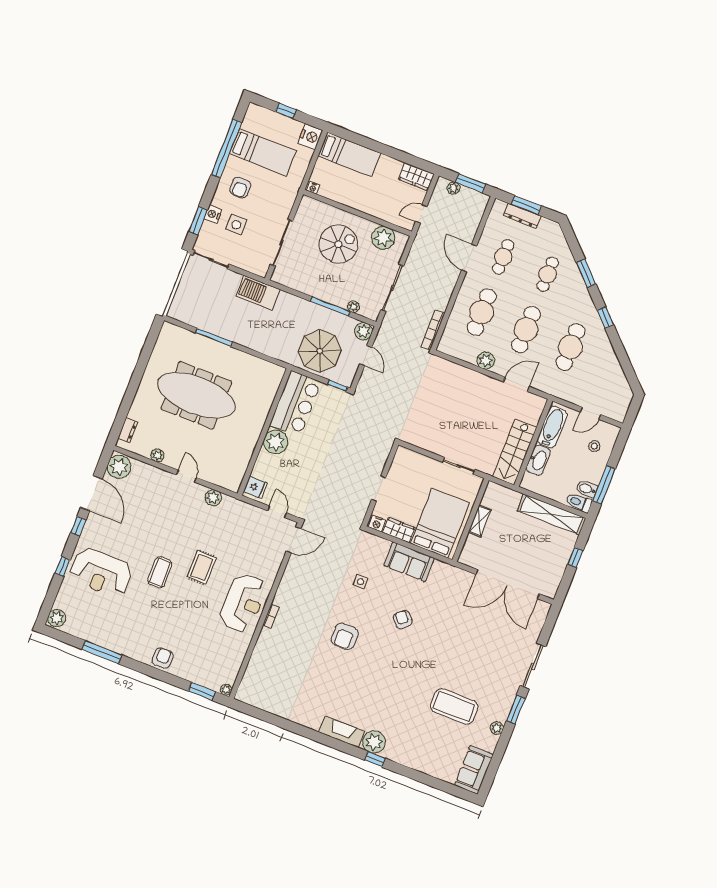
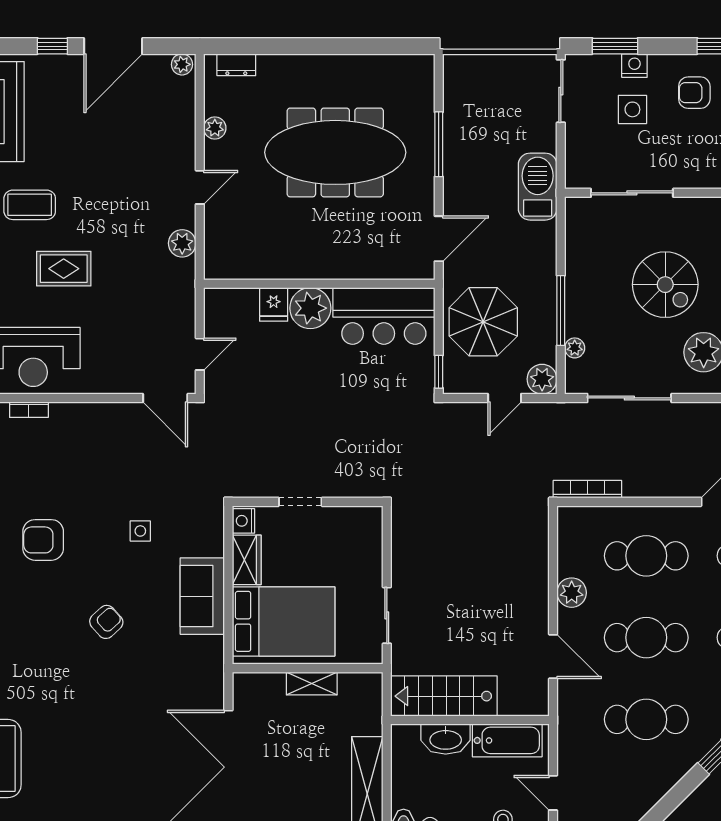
door: (265, 357) -> (439, 239), added
meeting table: (196, 395) -> (335, 152), turned 90
plant: (119, 467) -> (182, 64), width x0.53, depth x0.53
fridge: (255, 487) -> (274, 304), moved

